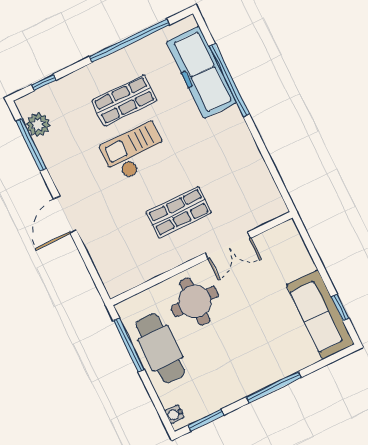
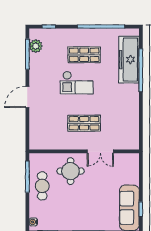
checkout: (134, 152) -> (77, 83), turned 180
cafe table: (160, 348) -> (42, 186), width x0.73, depth x0.74

